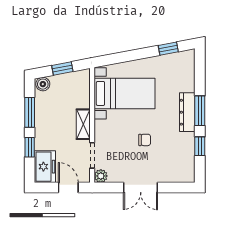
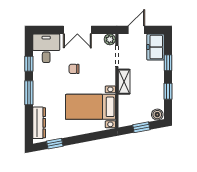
window: (30, 112) -> (168, 91), width x0.67
dresser: (187, 112) -> (39, 123), moved
desk: (179, 165) -> (46, 48), added
door: (68, 188) -> (136, 30), swing flipped
double door: (141, 188) -> (77, 30), swing flipped

